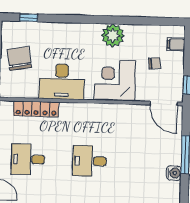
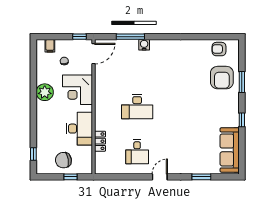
locker: (36, 109) -> (100, 141), width x0.66
desk: (89, 161) -> (137, 107), width x1.37

